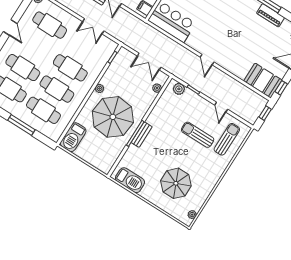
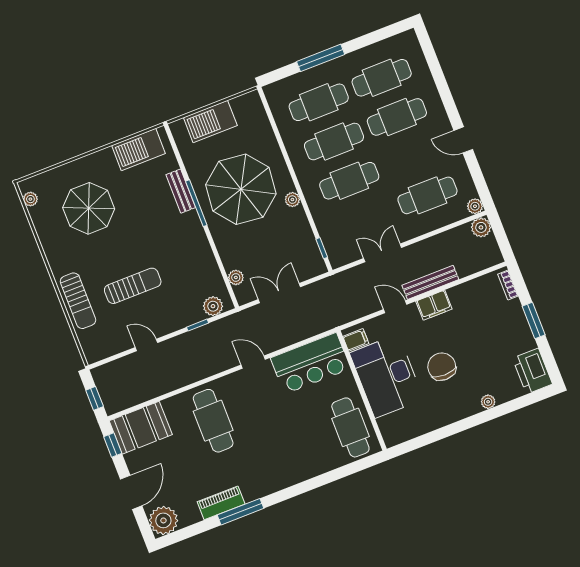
cafe table: (234, 48) -> (213, 421), added
door: (207, 60) -> (253, 362), moved
bench: (142, 135) -> (181, 191), moved
barbecue: (73, 137) -> (210, 122), moved, turned -90
sun lounger: (227, 139) -> (78, 301), moved

